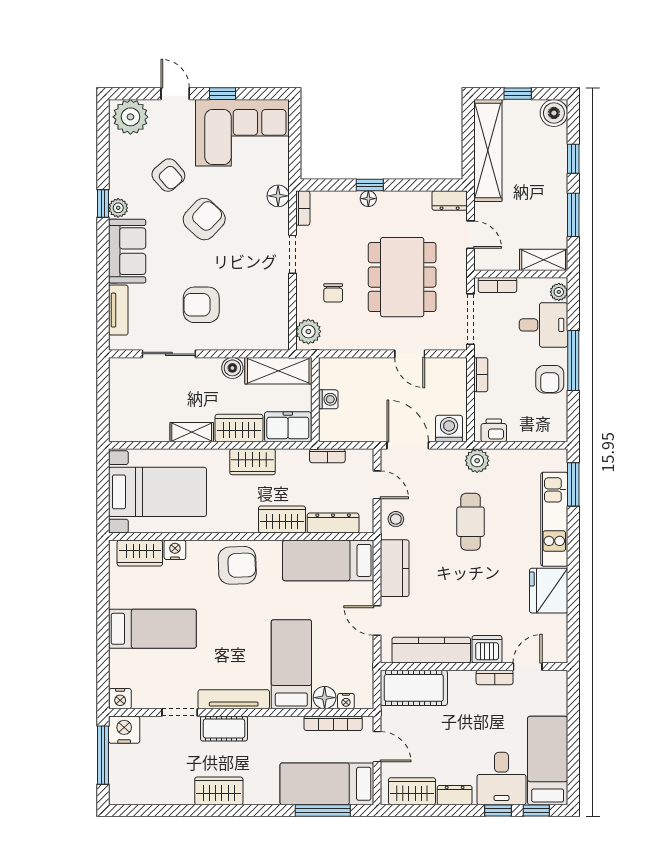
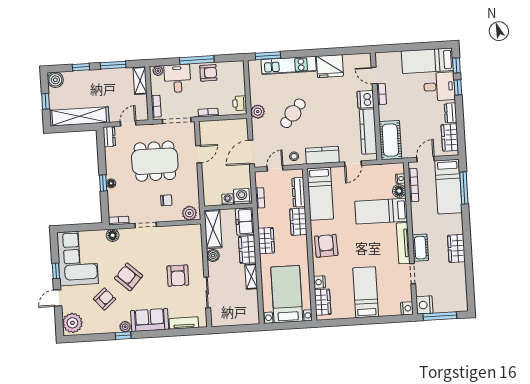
washing machine: (449, 429) -> (242, 196), moved, turned 90
cafe table: (471, 522) -> (293, 113), turned -50

